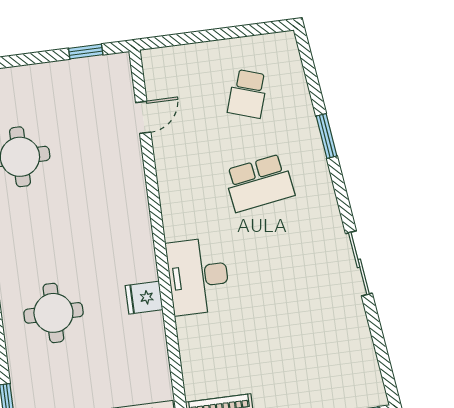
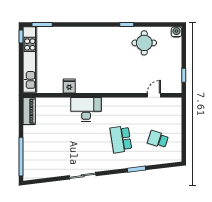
door: (143, 117) -> (154, 95), swing flipped
fridge: (144, 298) -> (69, 86), moved
round table: (53, 313) -> (79, 48), removed

